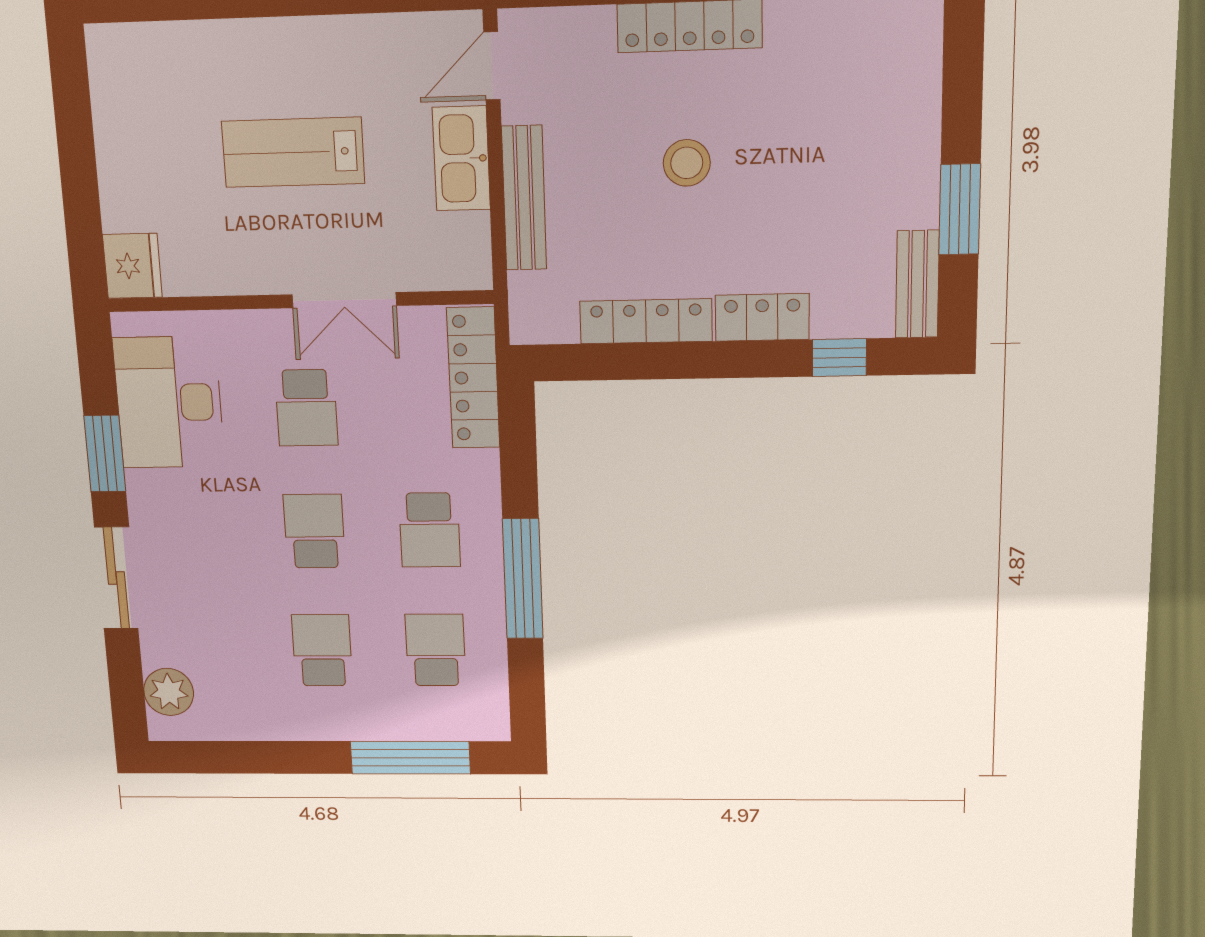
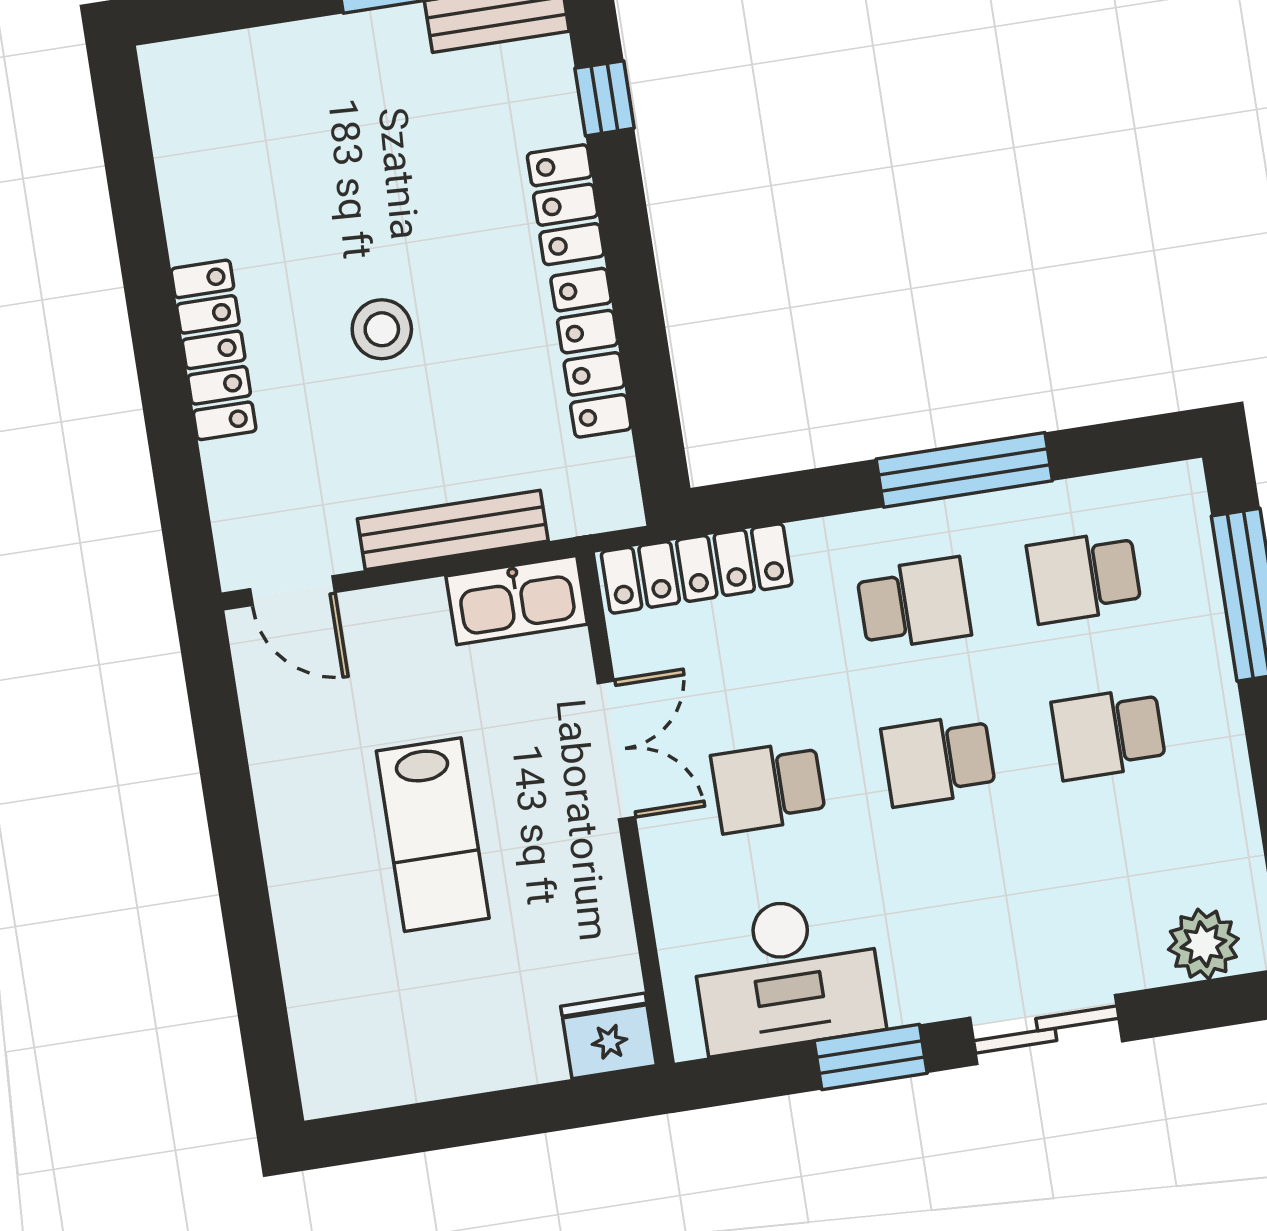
kitchen sink: (461, 158) -> (517, 600), moved
school desk: (306, 408) -> (768, 787), turned 180

